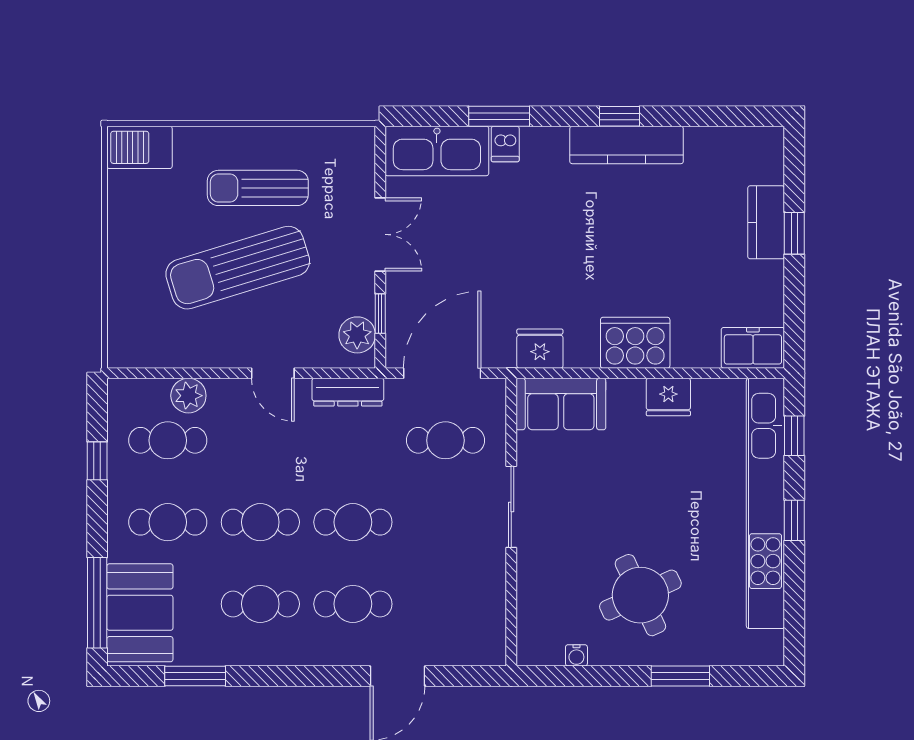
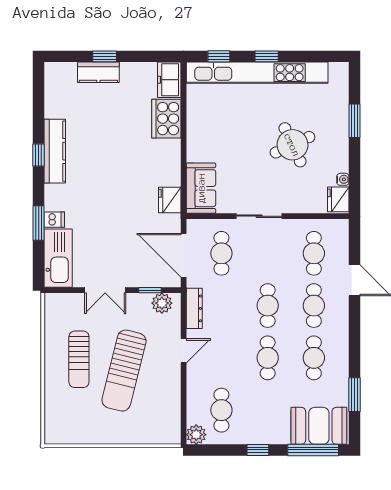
barbecue: (140, 147) -> (56, 426), removed
double door: (380, 234) -> (105, 290), swing flipped
sun lounger: (238, 268) -> (124, 371), turned 31
cooker: (635, 343) -> (166, 119), moved
plant: (188, 396) -> (196, 435), moved
fridge: (668, 397) -> (338, 199), moved, turned 180
window: (97, 461) -> (258, 450), moved
cafe table: (168, 522) -> (314, 253), moved
round table: (640, 595) -> (292, 145), moved

